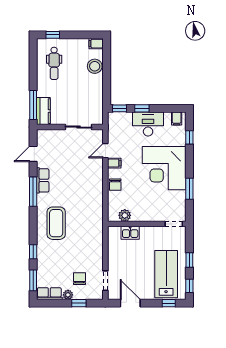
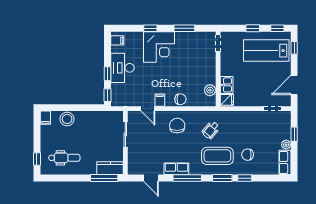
window: (189, 137) -> (150, 28), moved
corner desk: (164, 168) -> (159, 47), width x0.74, depth x0.74
chair: (88, 181) -> (177, 126), added
wheelchair: (83, 216) -> (211, 130), added
fridge: (115, 233) -> (227, 100), added
chair: (80, 279) -> (248, 155), moved
window: (33, 280) -> (222, 178), moved

